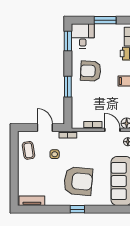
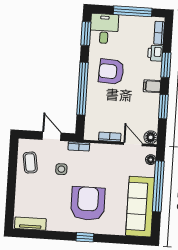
window: (105, 20) -> (133, 11), width x1.44
window: (68, 87) -> (82, 89), width x2.11
armchair: (78, 181) -> (88, 203), turned -95

